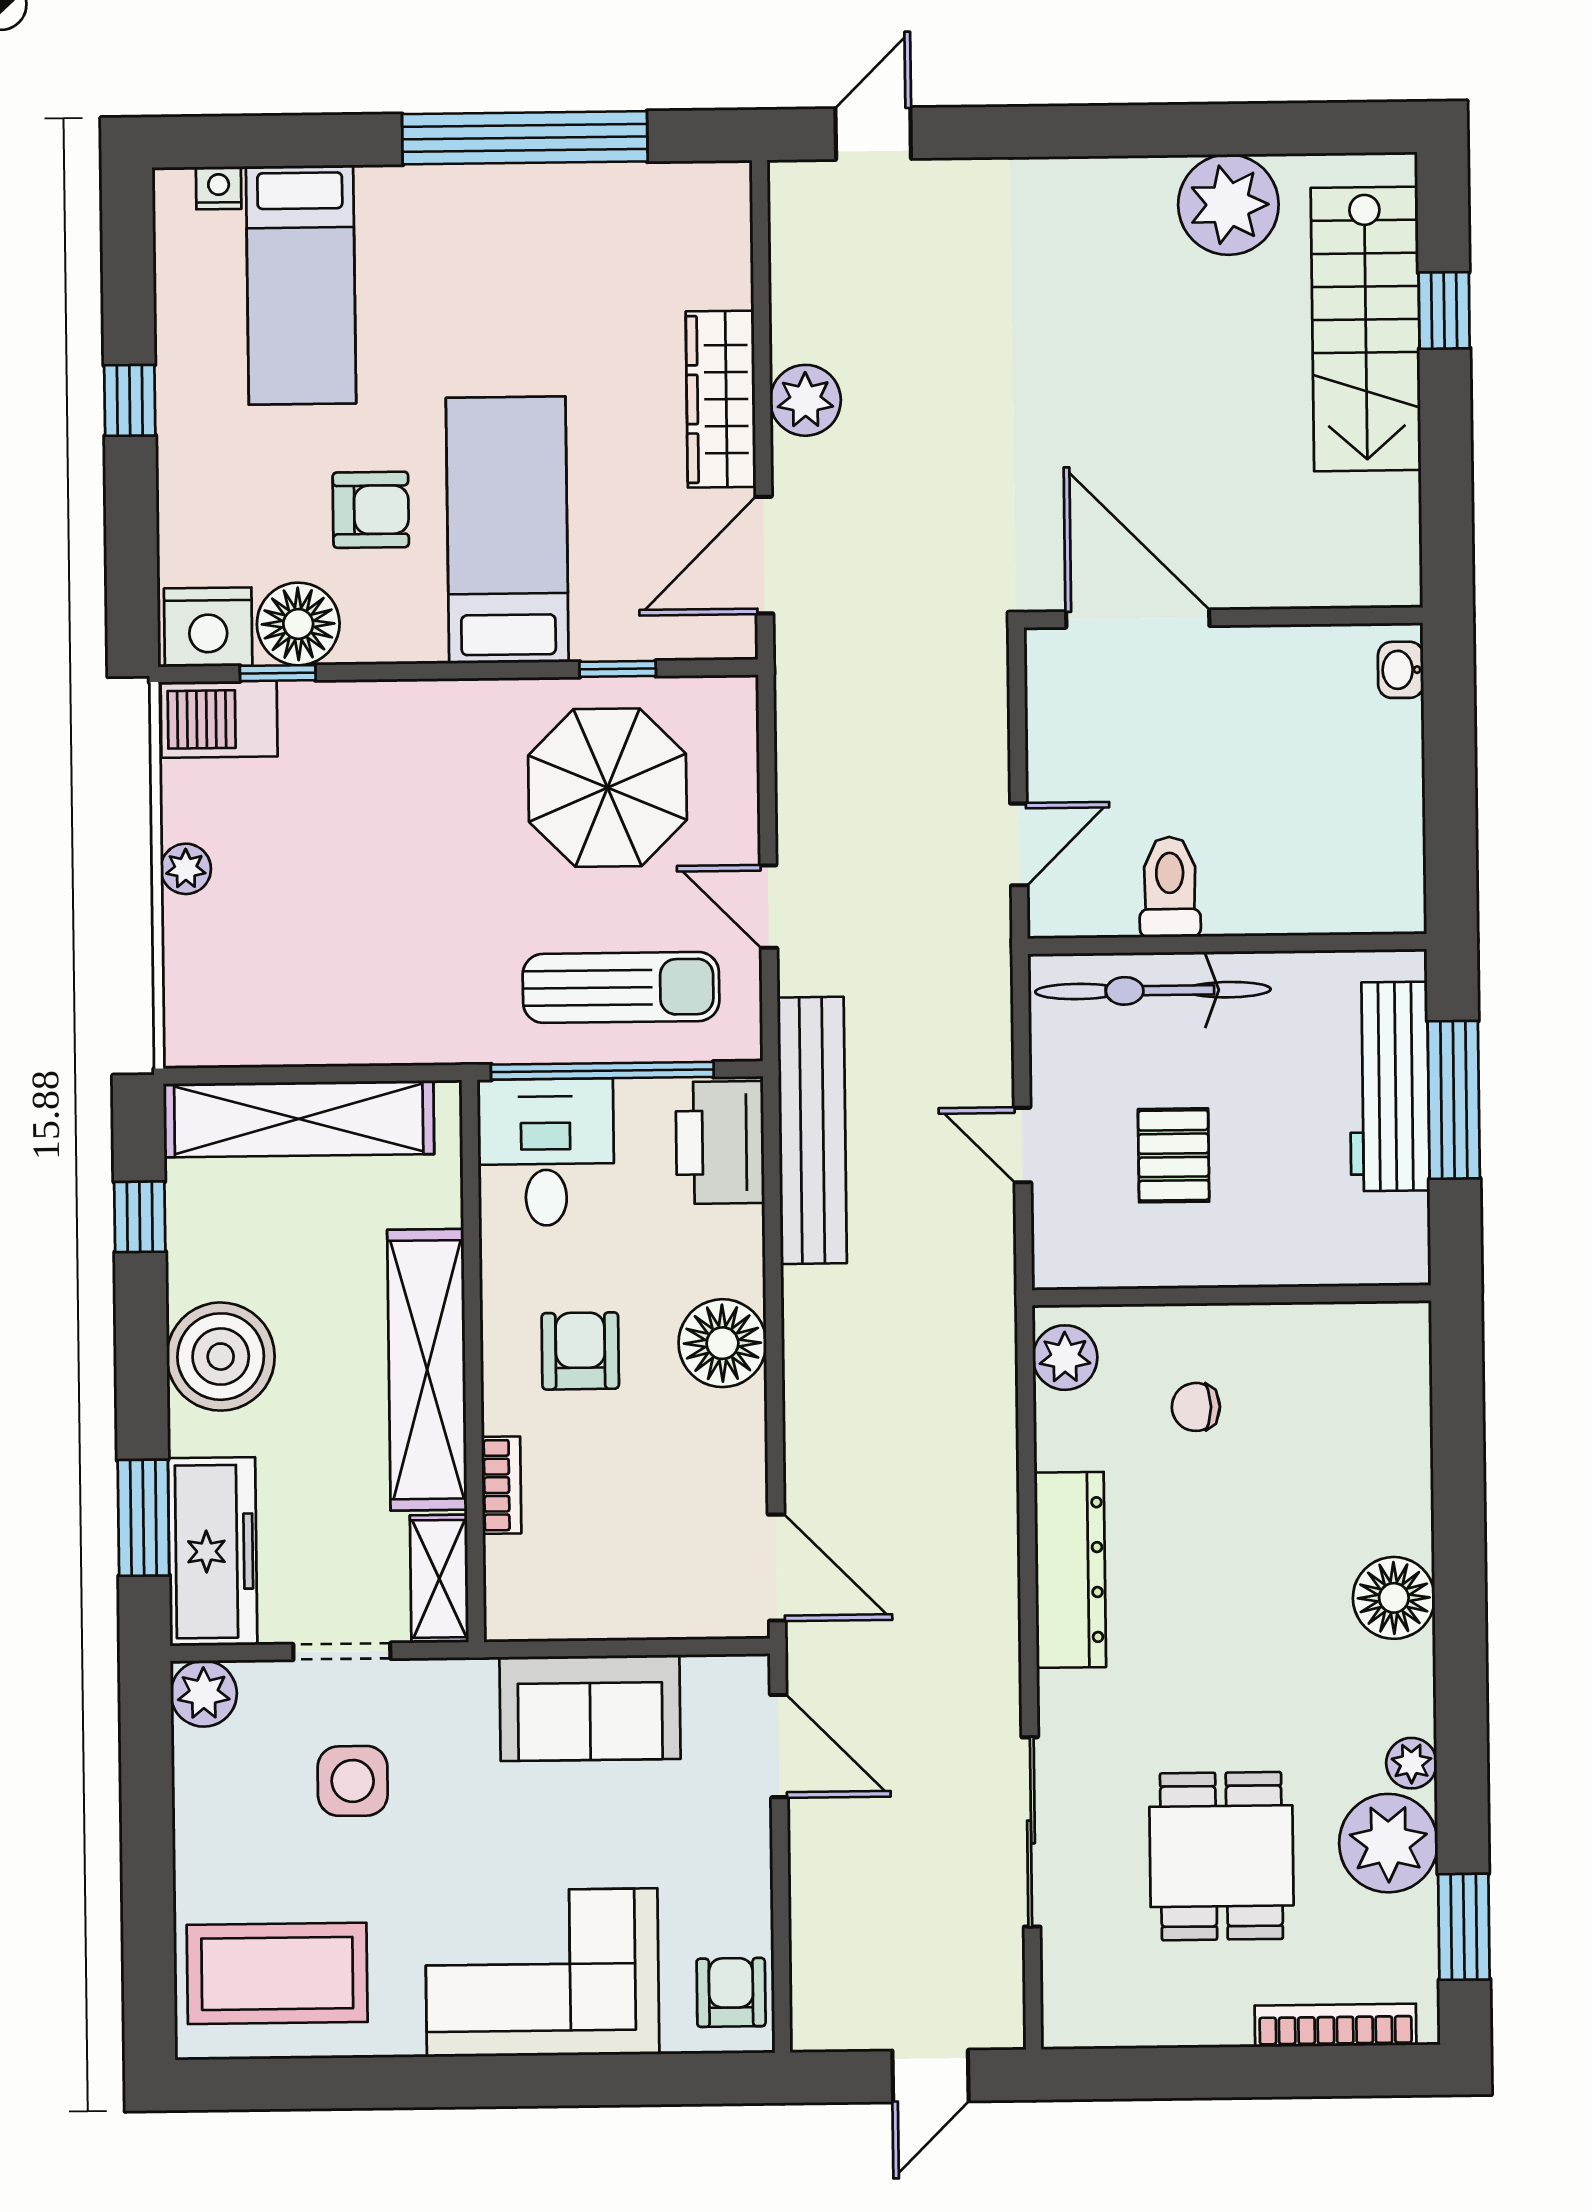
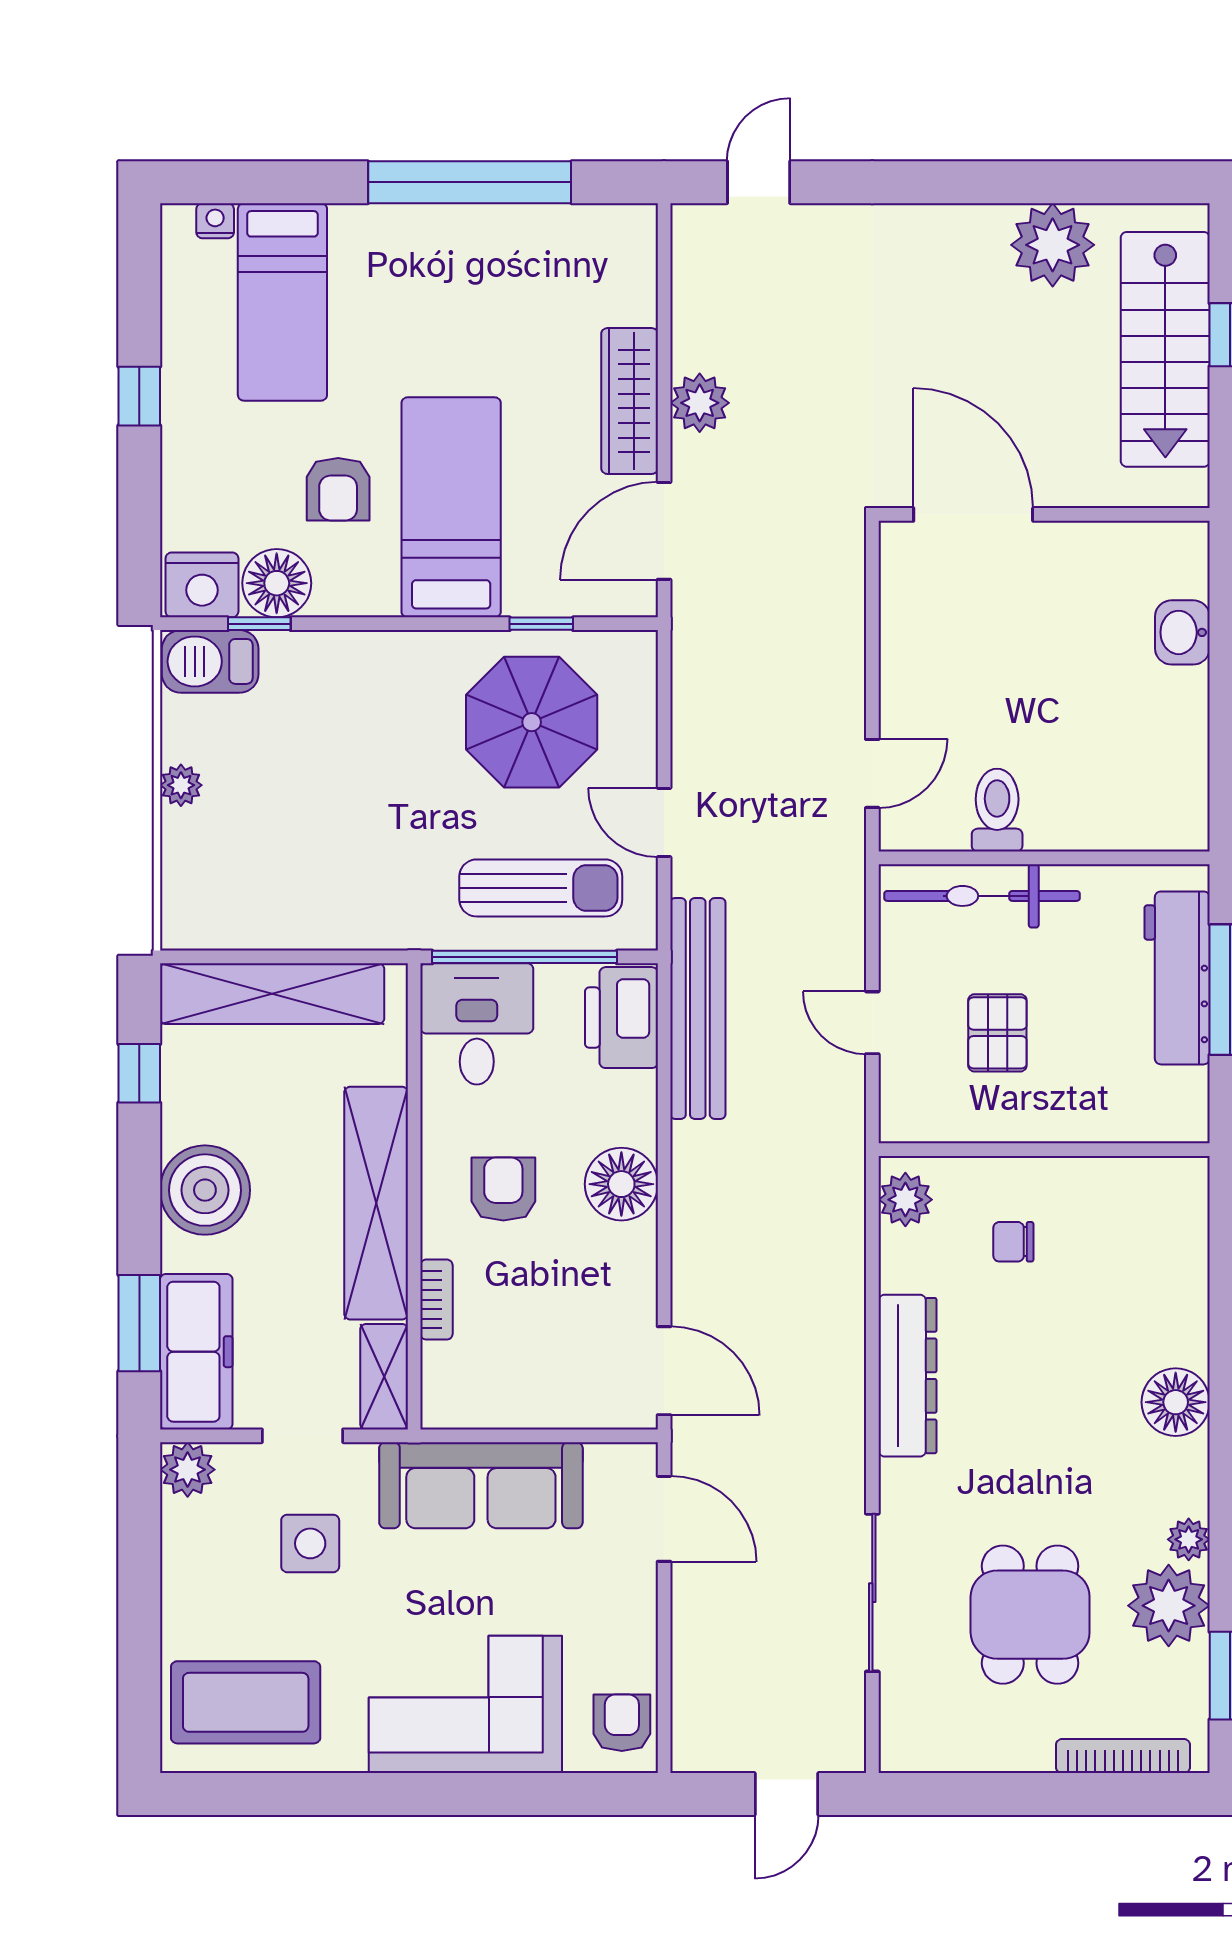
armchair: (371, 510) -> (338, 489), turned 90
wall: (1223, 618) -> (1044, 514), moved
door: (1138, 619) -> (973, 514), moved
washbasin: (1401, 670) -> (1182, 632), width x1.38, depth x1.45
sofa: (590, 1708) -> (481, 1485), width x1.36

